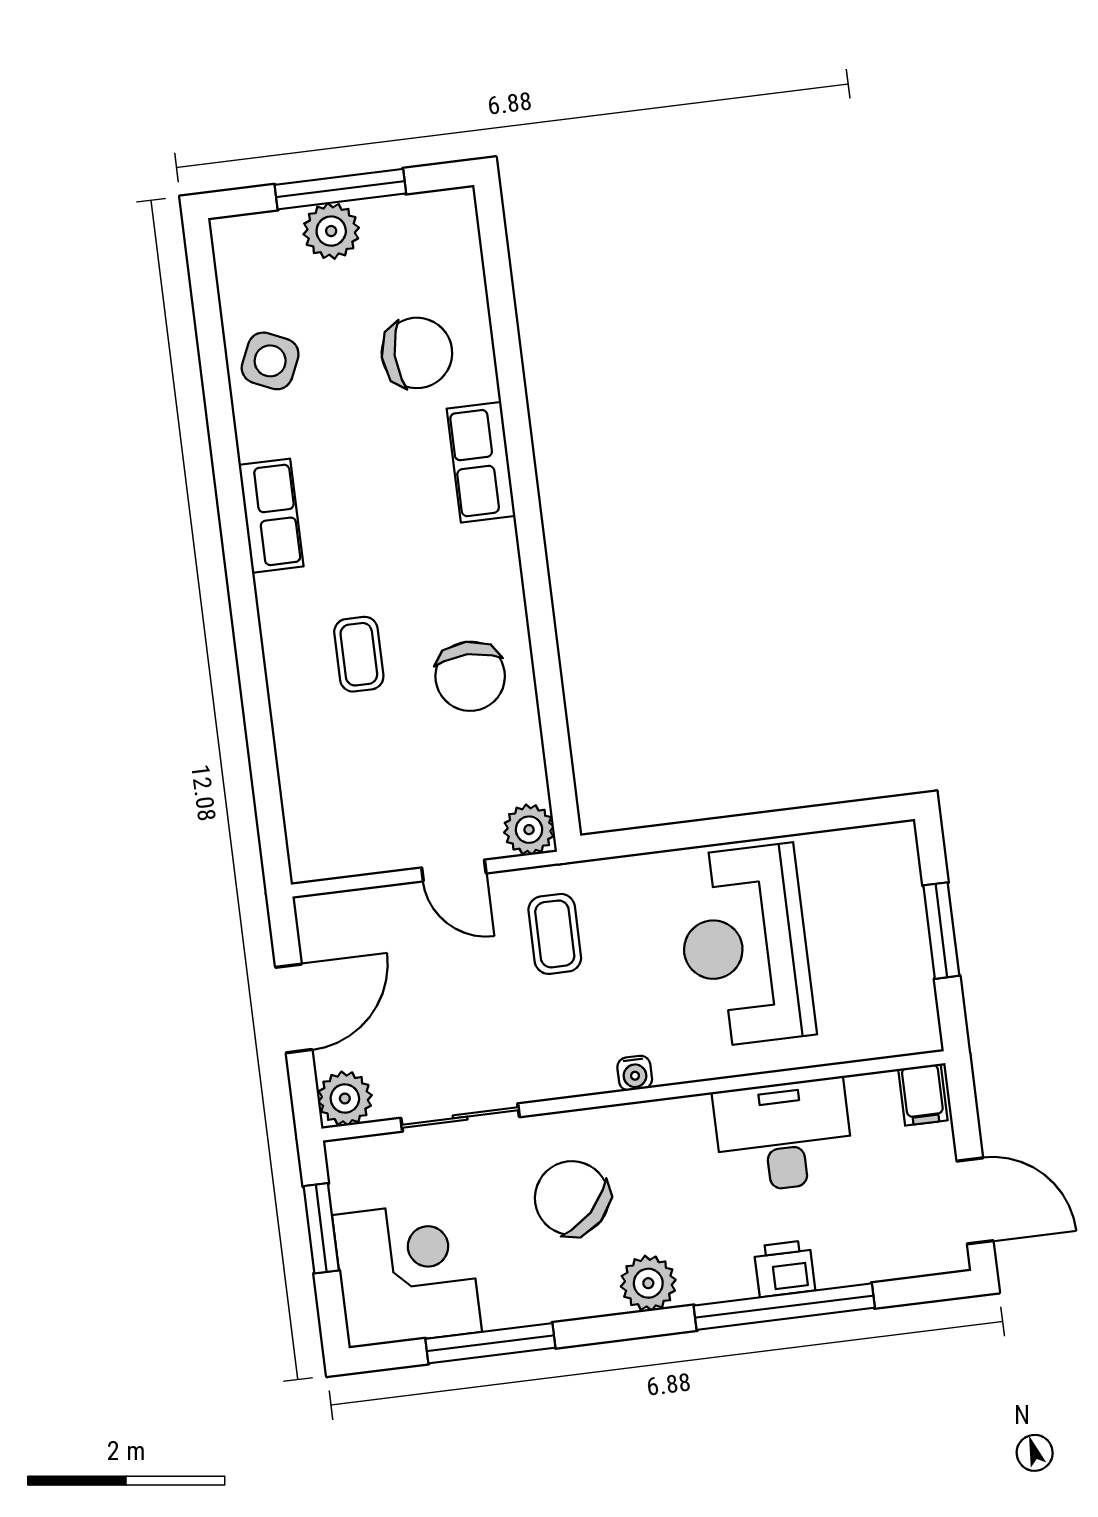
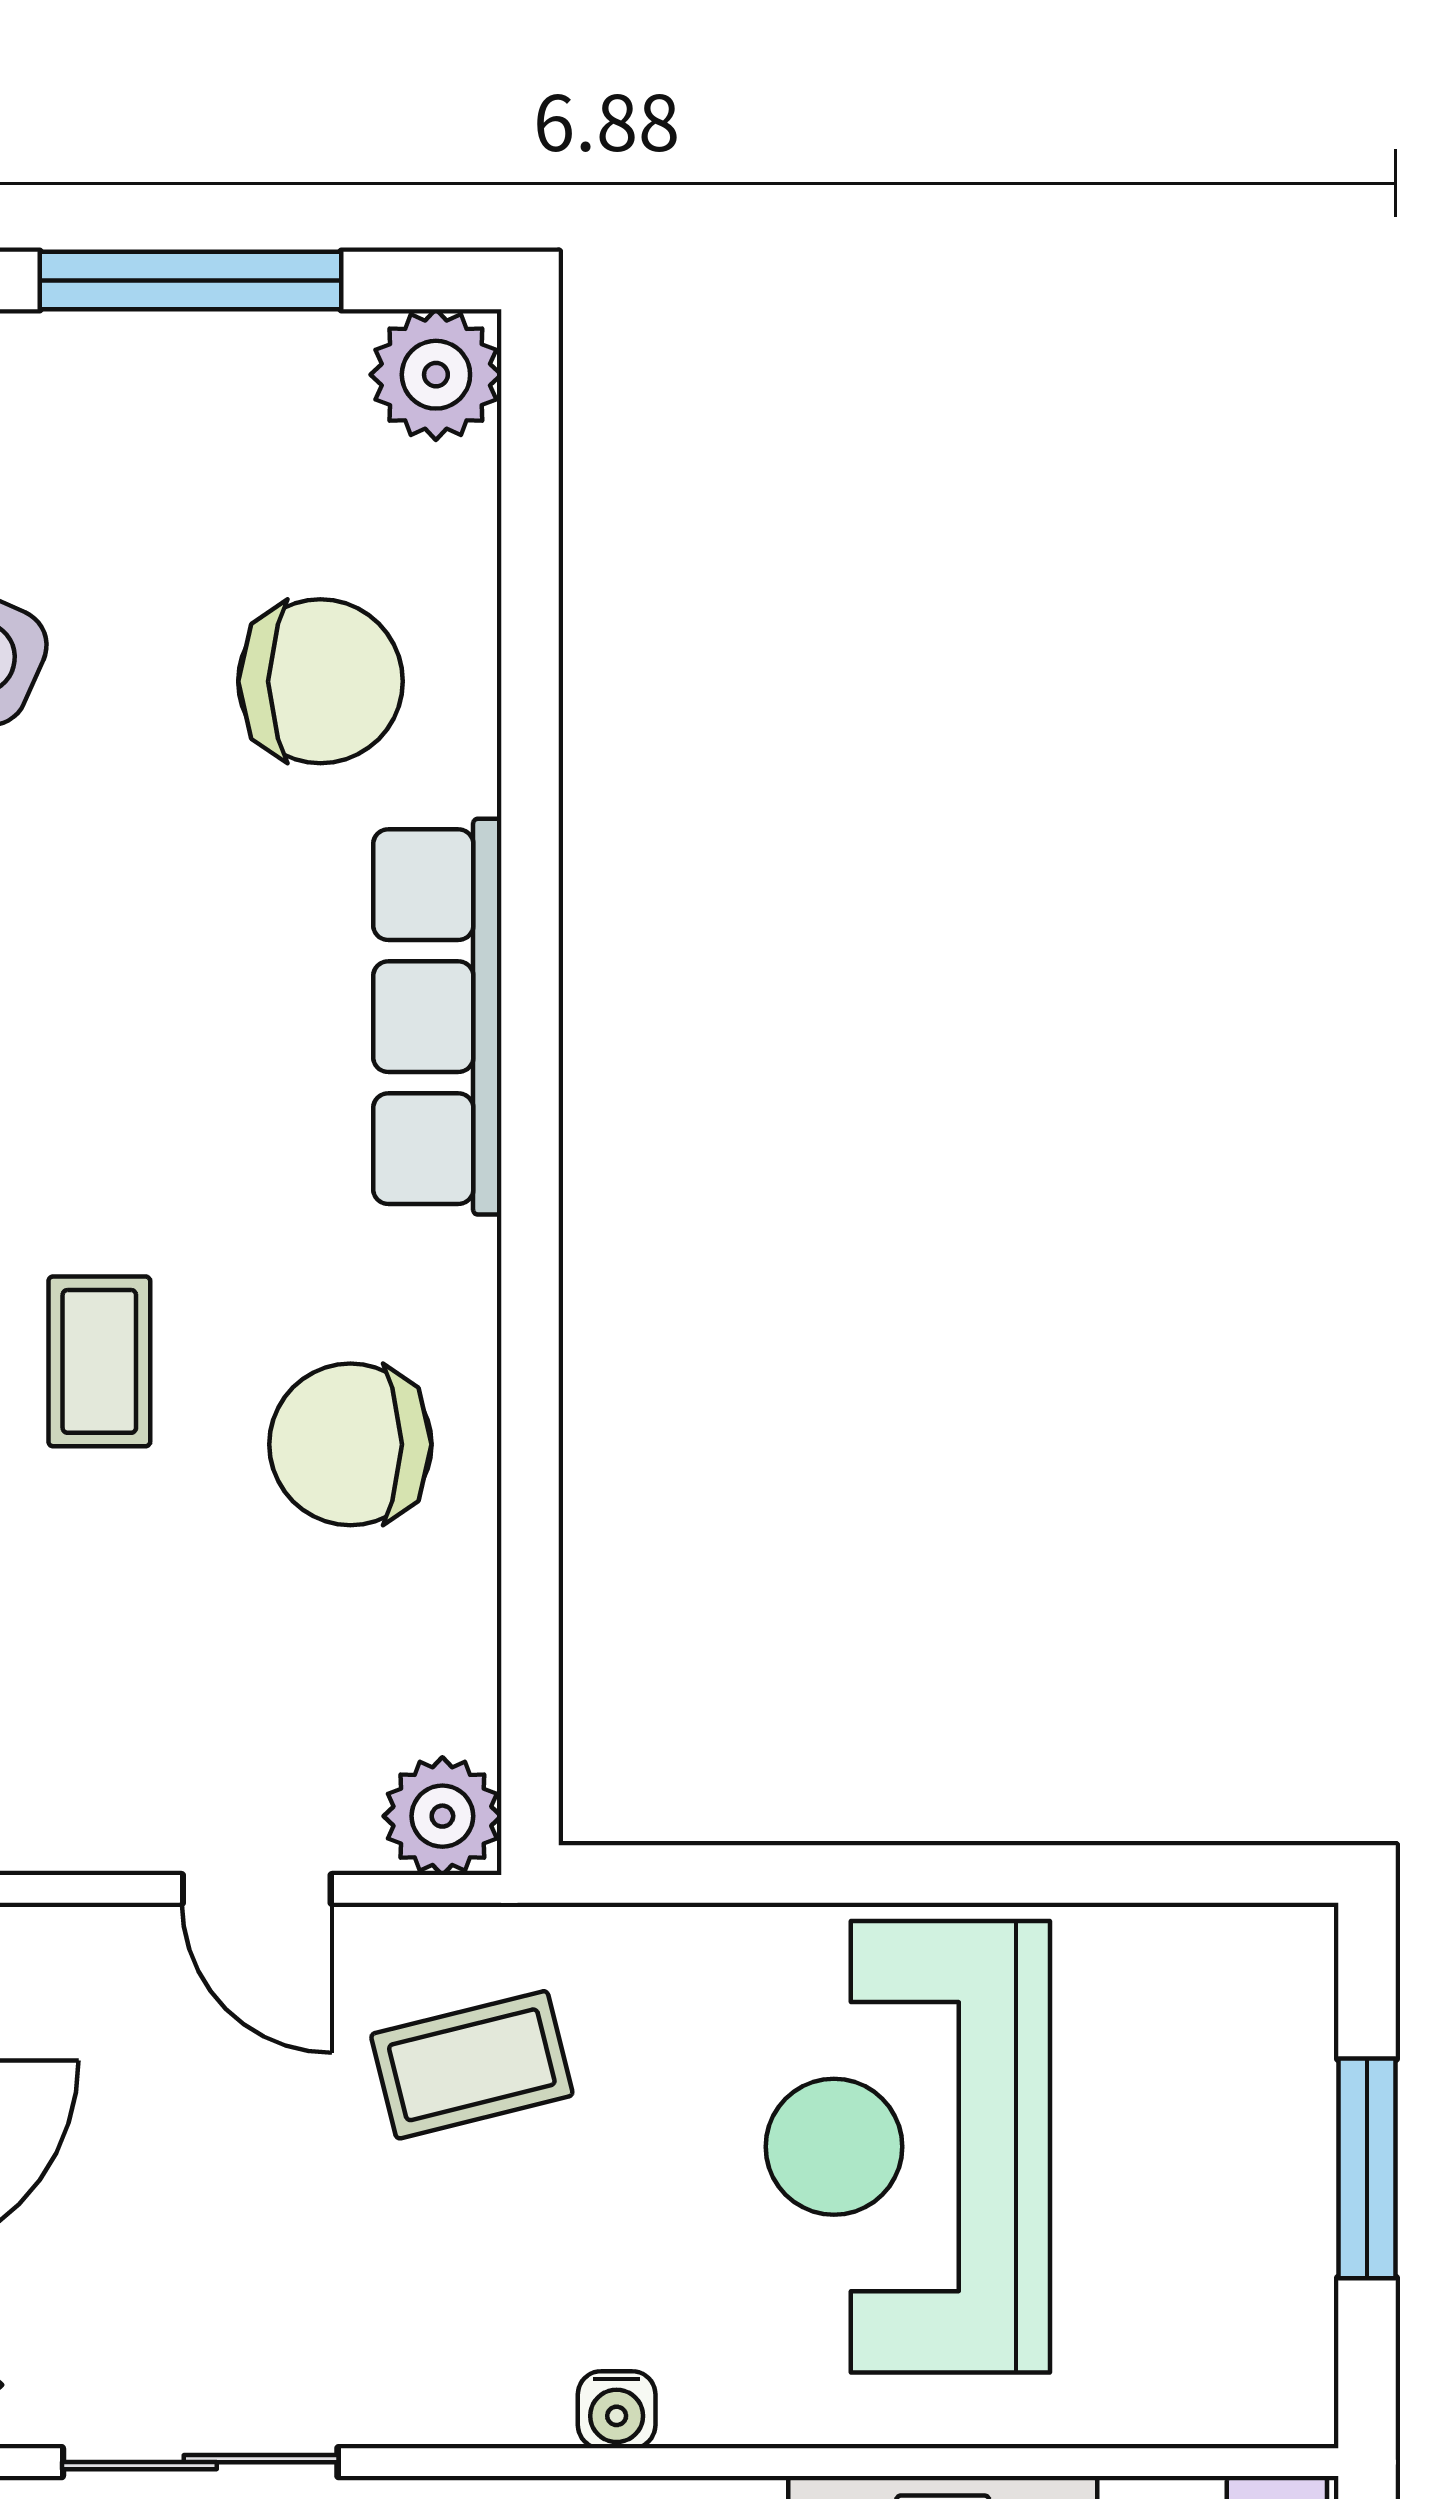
plant: (331, 231) -> (436, 375), moved
row of seats: (481, 462) -> (437, 1017), width x1.48
chair: (470, 676) -> (350, 1444), turned 90
coffee table: (555, 934) -> (472, 2065), turned 76

